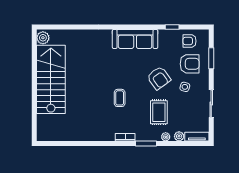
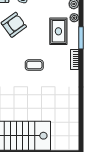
rug: (159, 112) -> (58, 31), moved, turned 90

